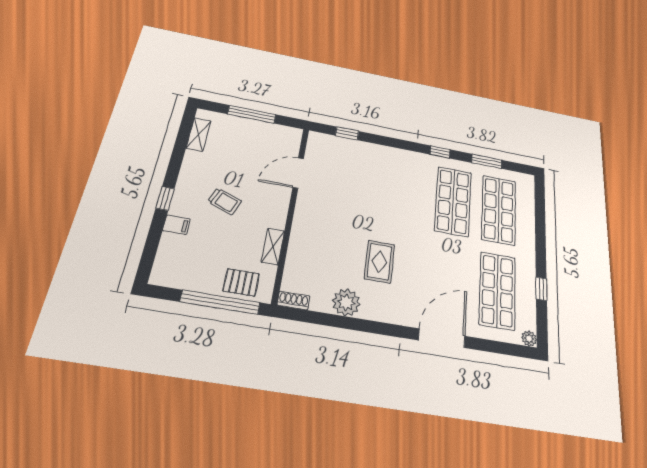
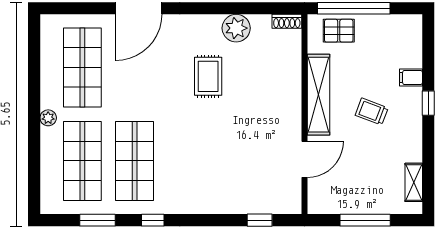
shelving: (273, 246) -> (319, 95), width x2.20, depth x1.33
window: (541, 289) -> (34, 78), removed
plant: (529, 339) -> (48, 118), moved

